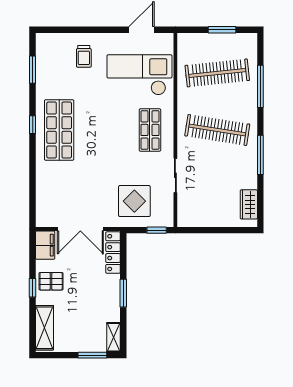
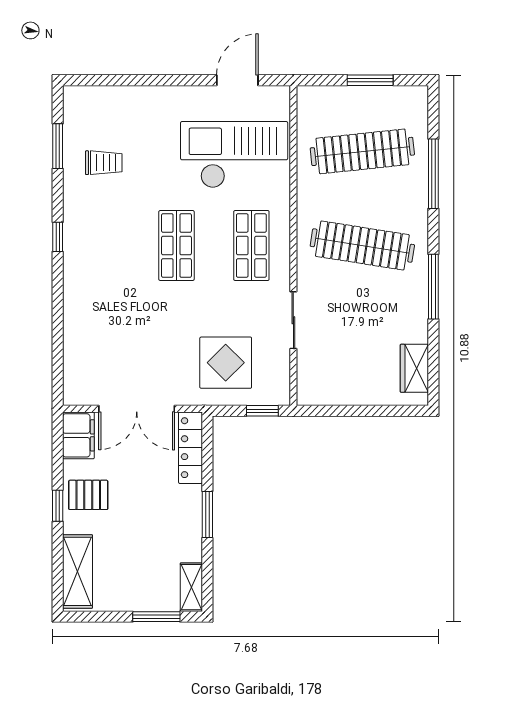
trolley: (84, 56) -> (104, 163), moved, turned -90
shop shelf: (59, 130) -> (176, 246), moved, width x0.70, depth x0.74

